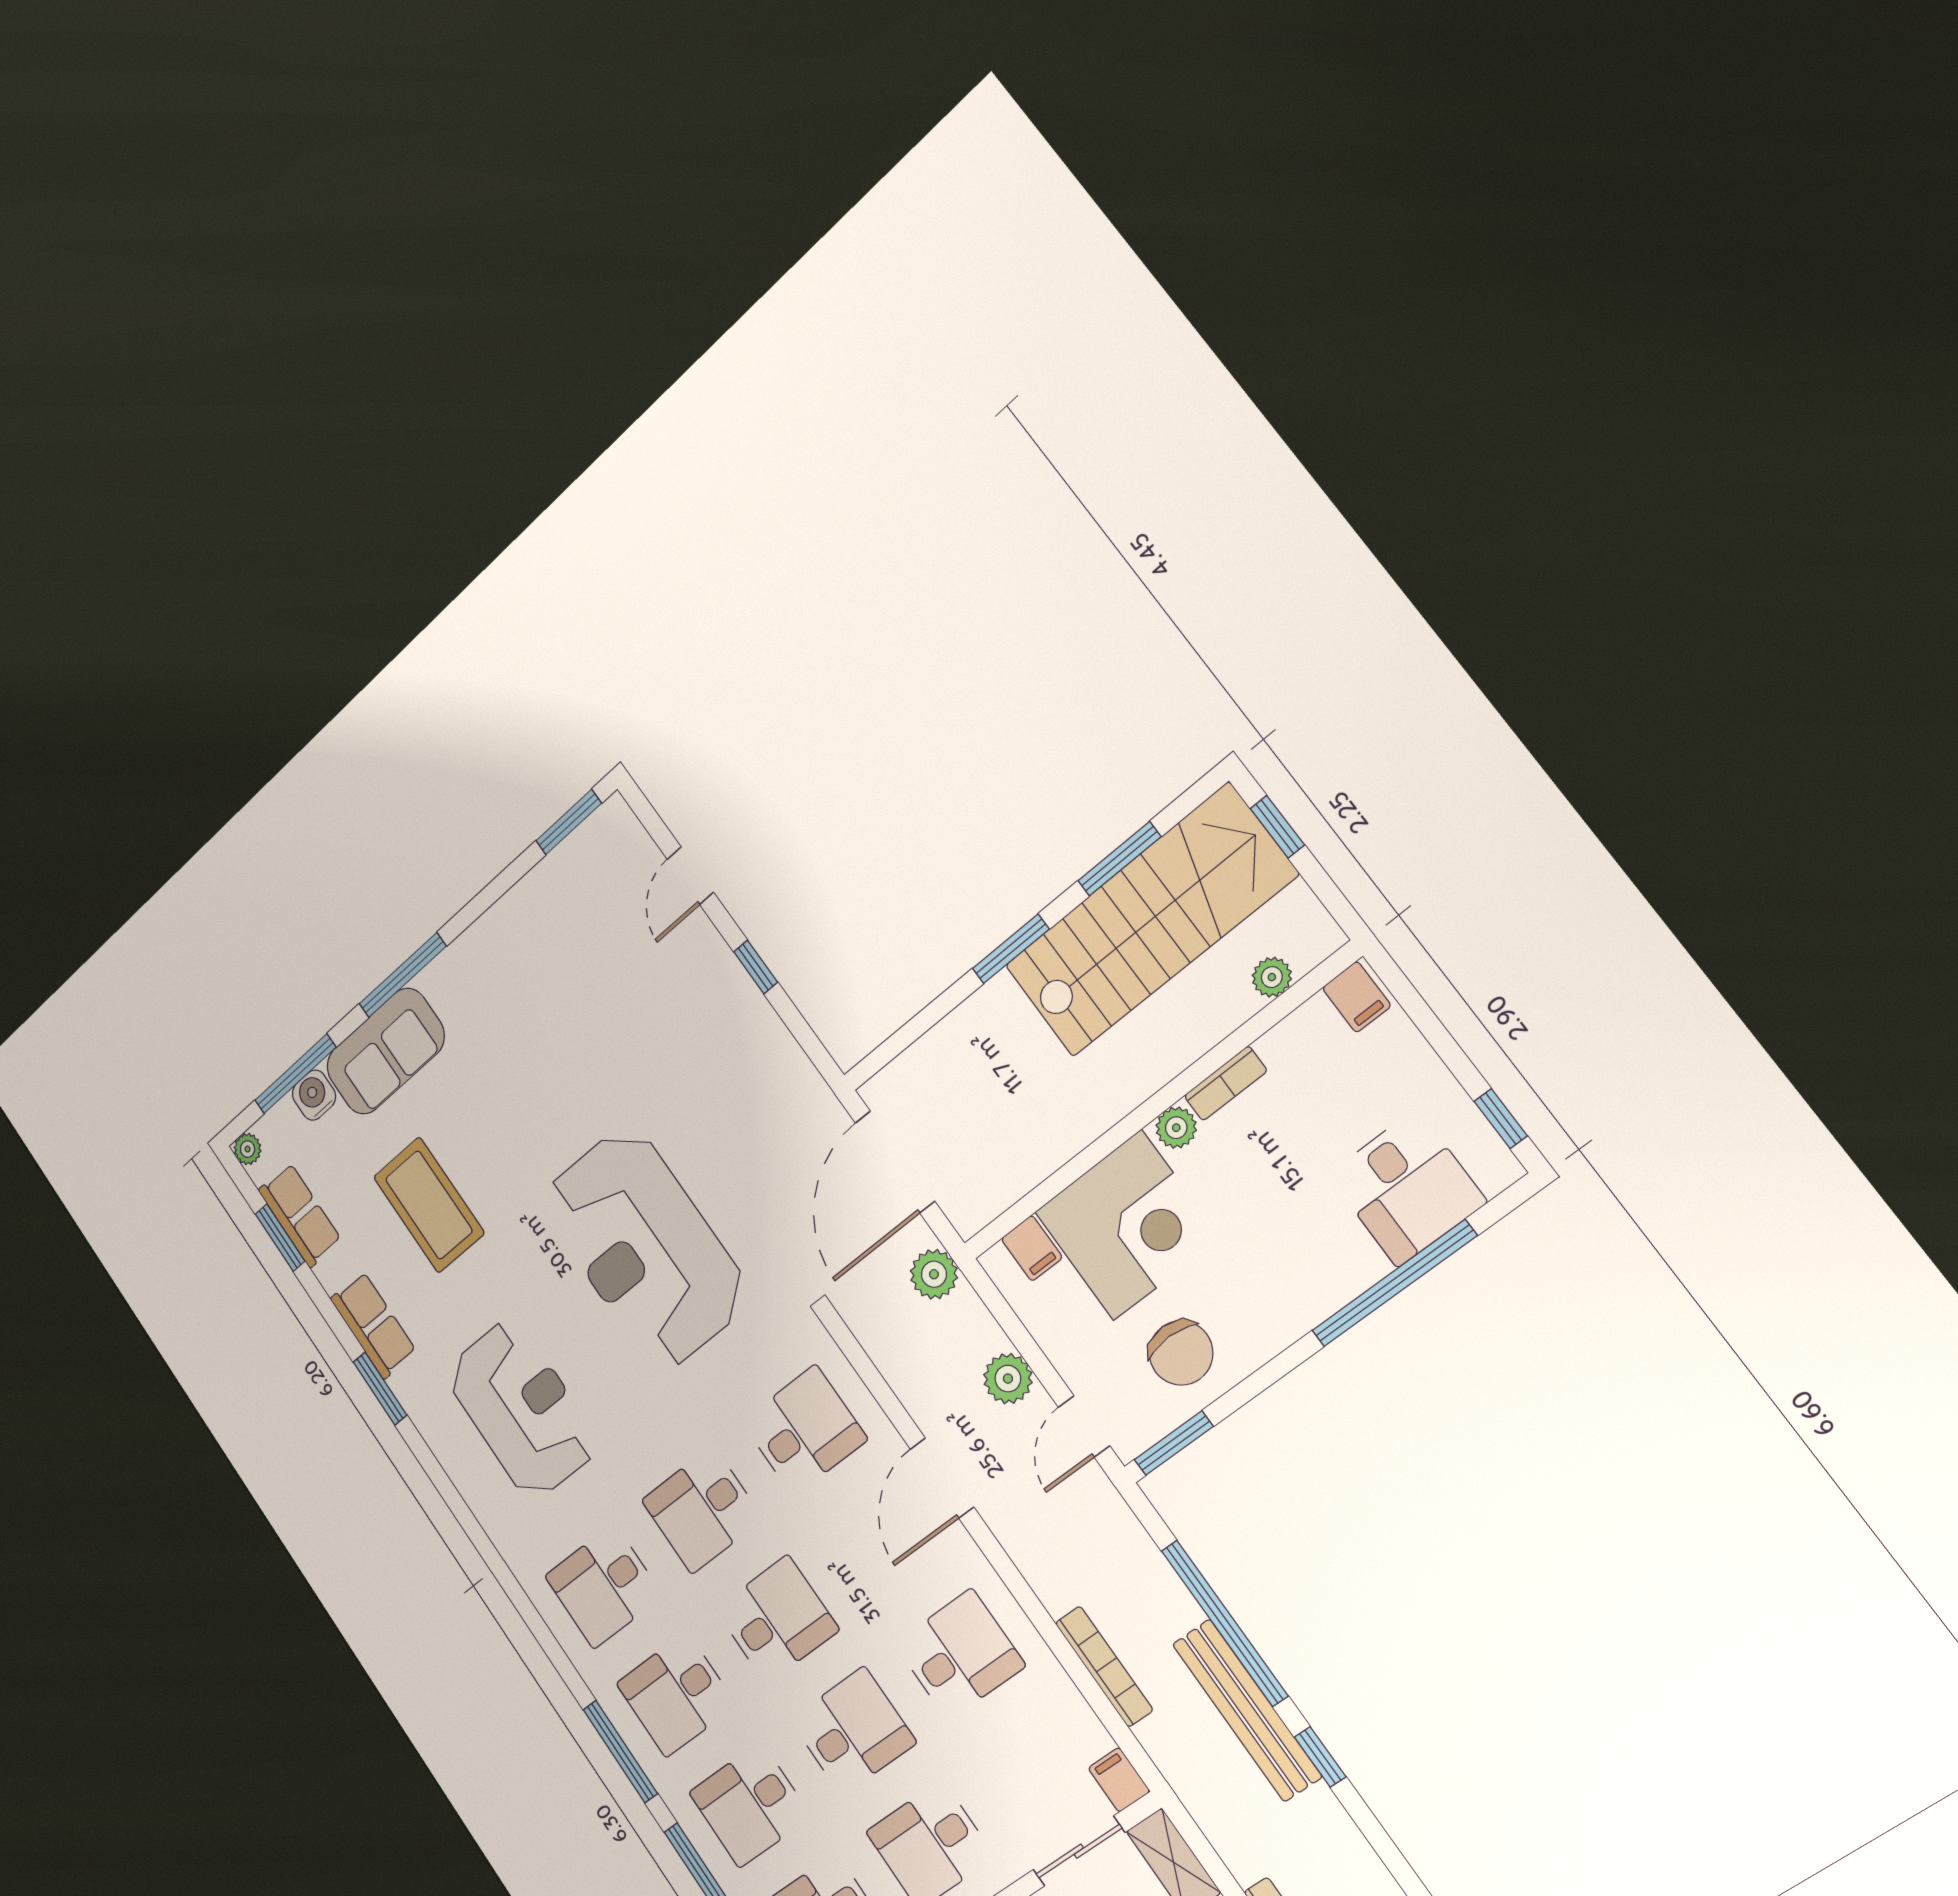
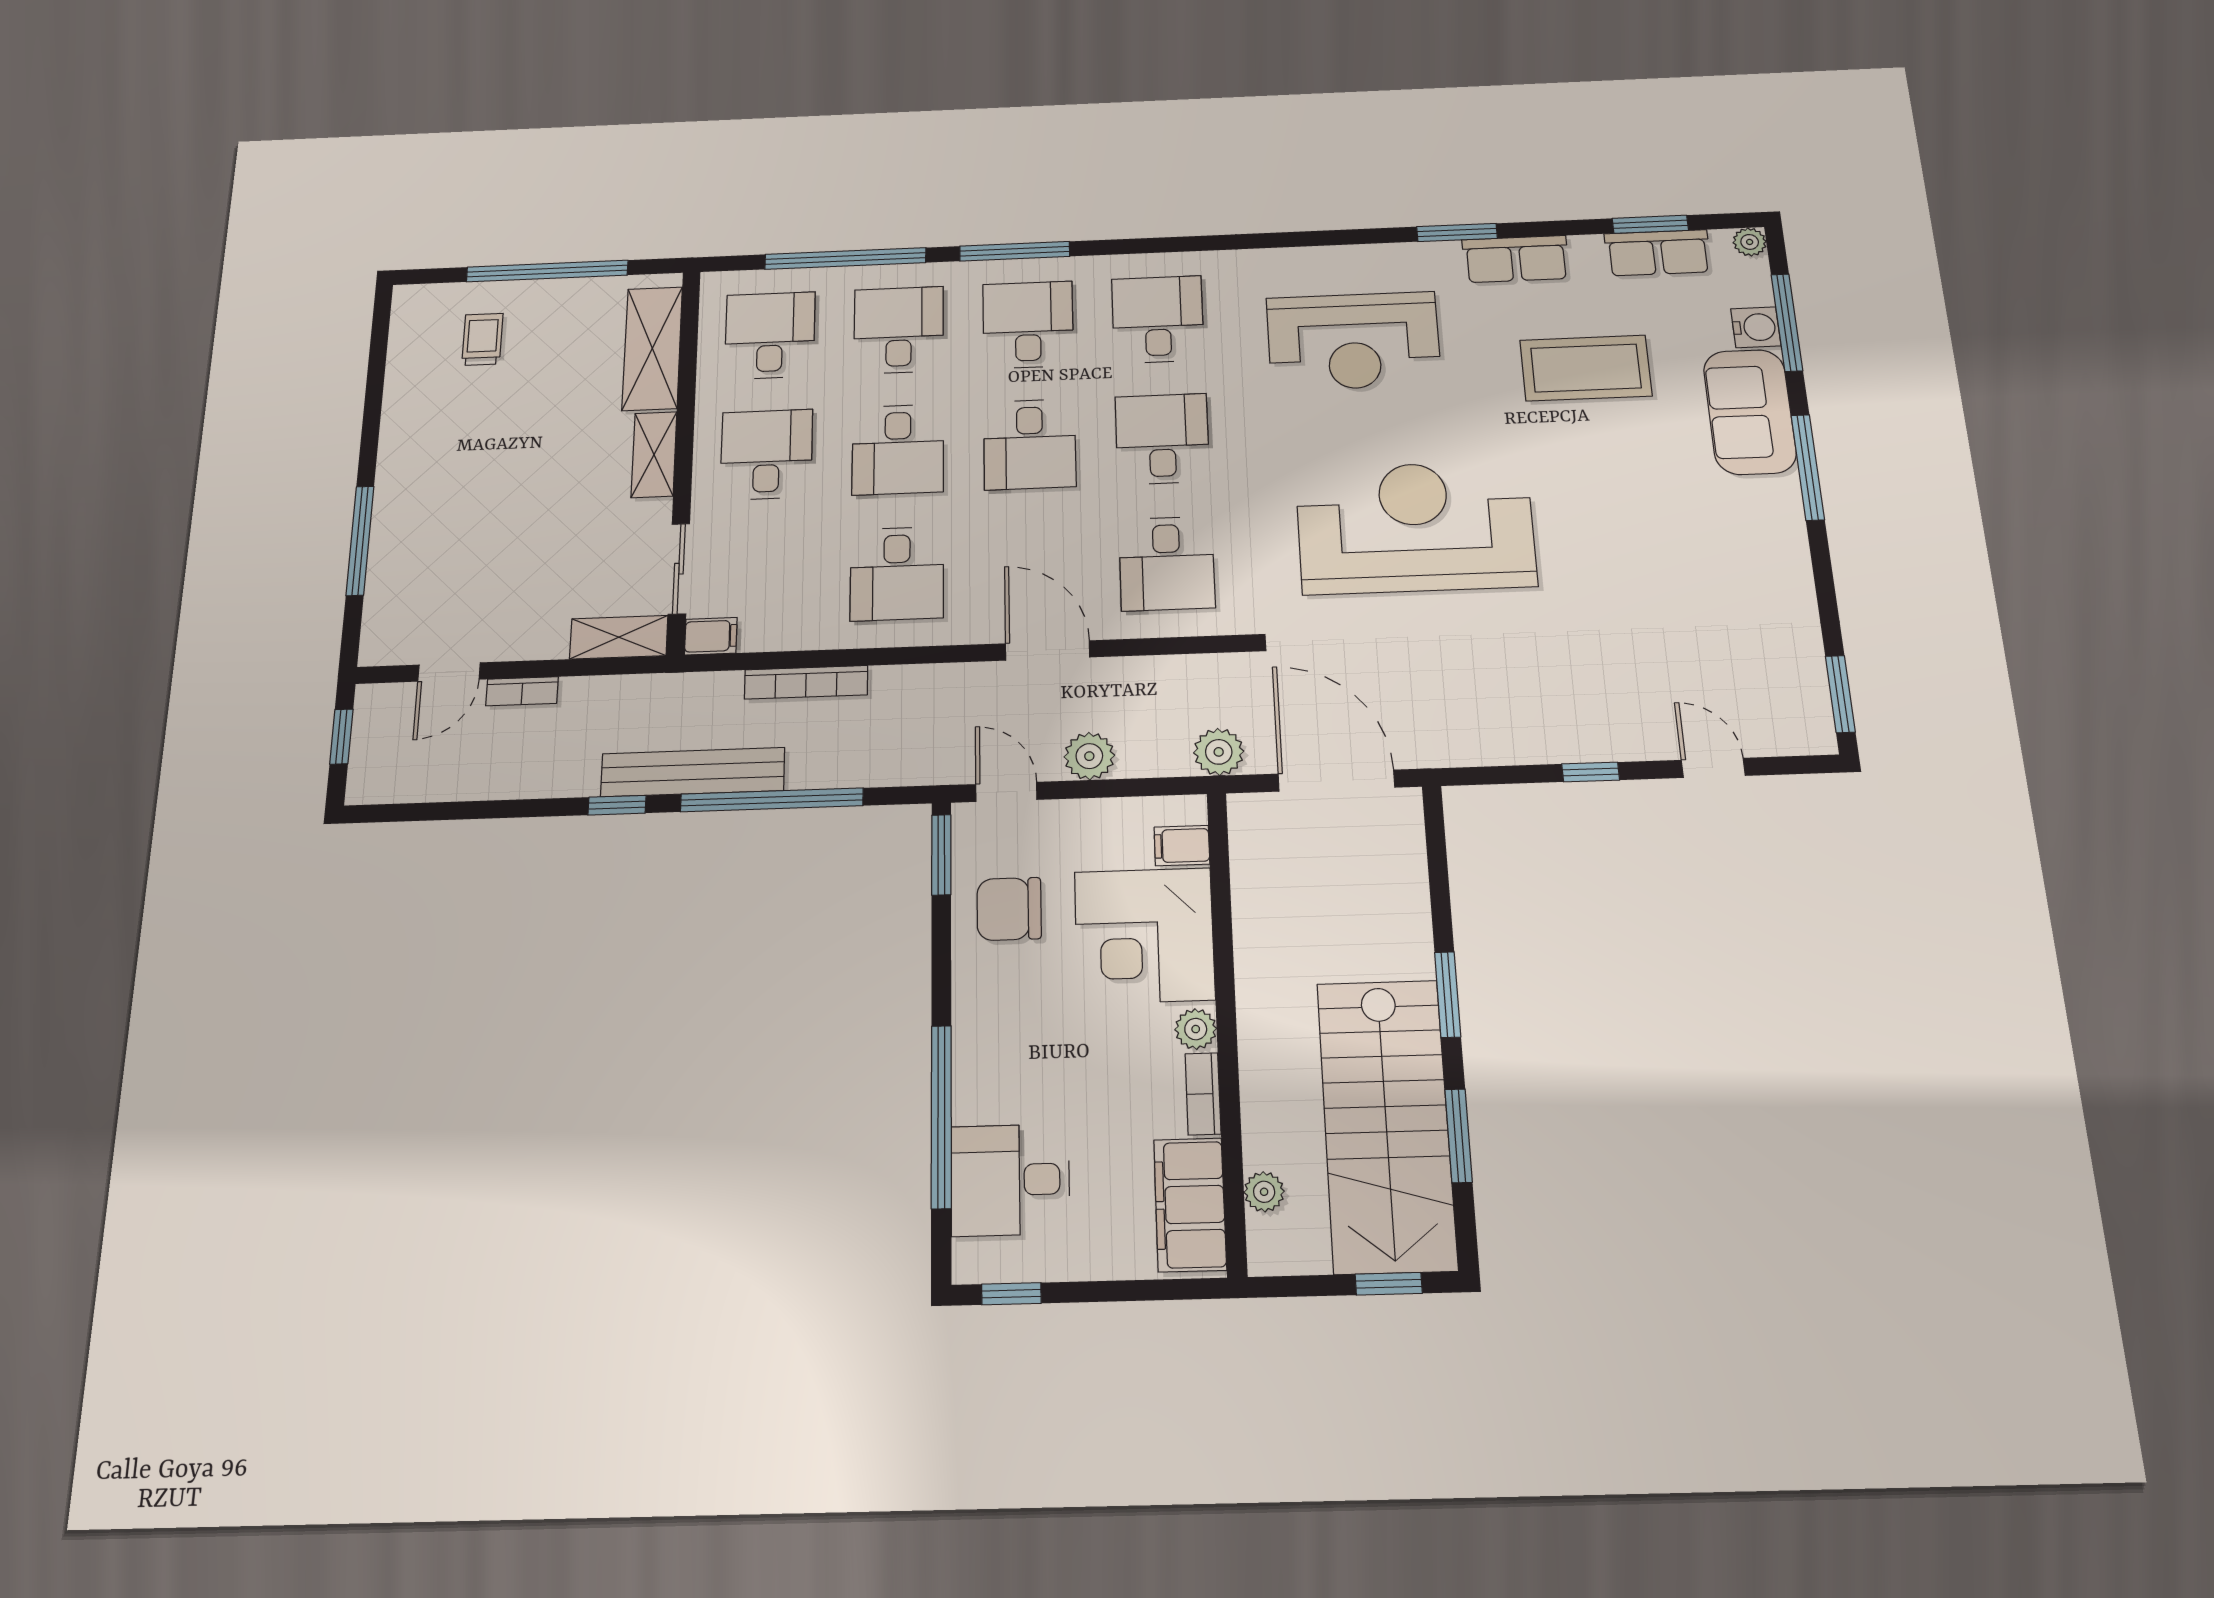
filing cabinet: (1357, 997) -> (1190, 1205), width x3.00, depth x1.17

